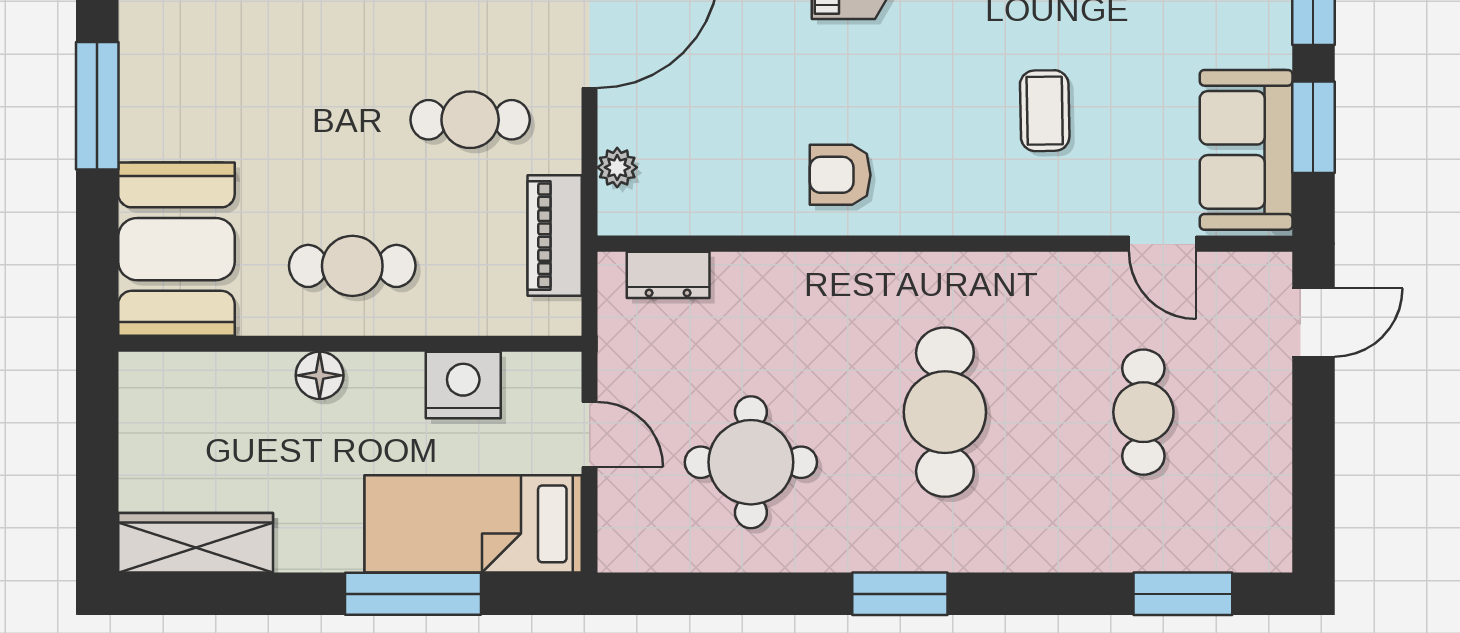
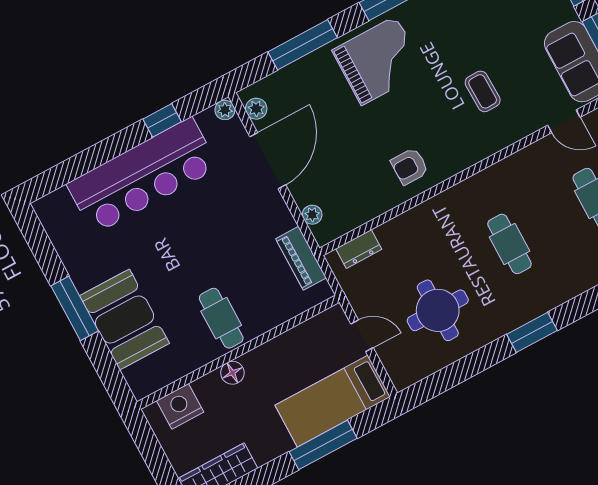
cafe table: (470, 120) -> (238, 228), removed
booth: (176, 249) -> (124, 319), moved
cafe table: (352, 266) -> (221, 318), turned 90
nightstand: (463, 385) -> (180, 406), moved
cafe table: (945, 412) -> (509, 244), width x0.73, depth x0.74

